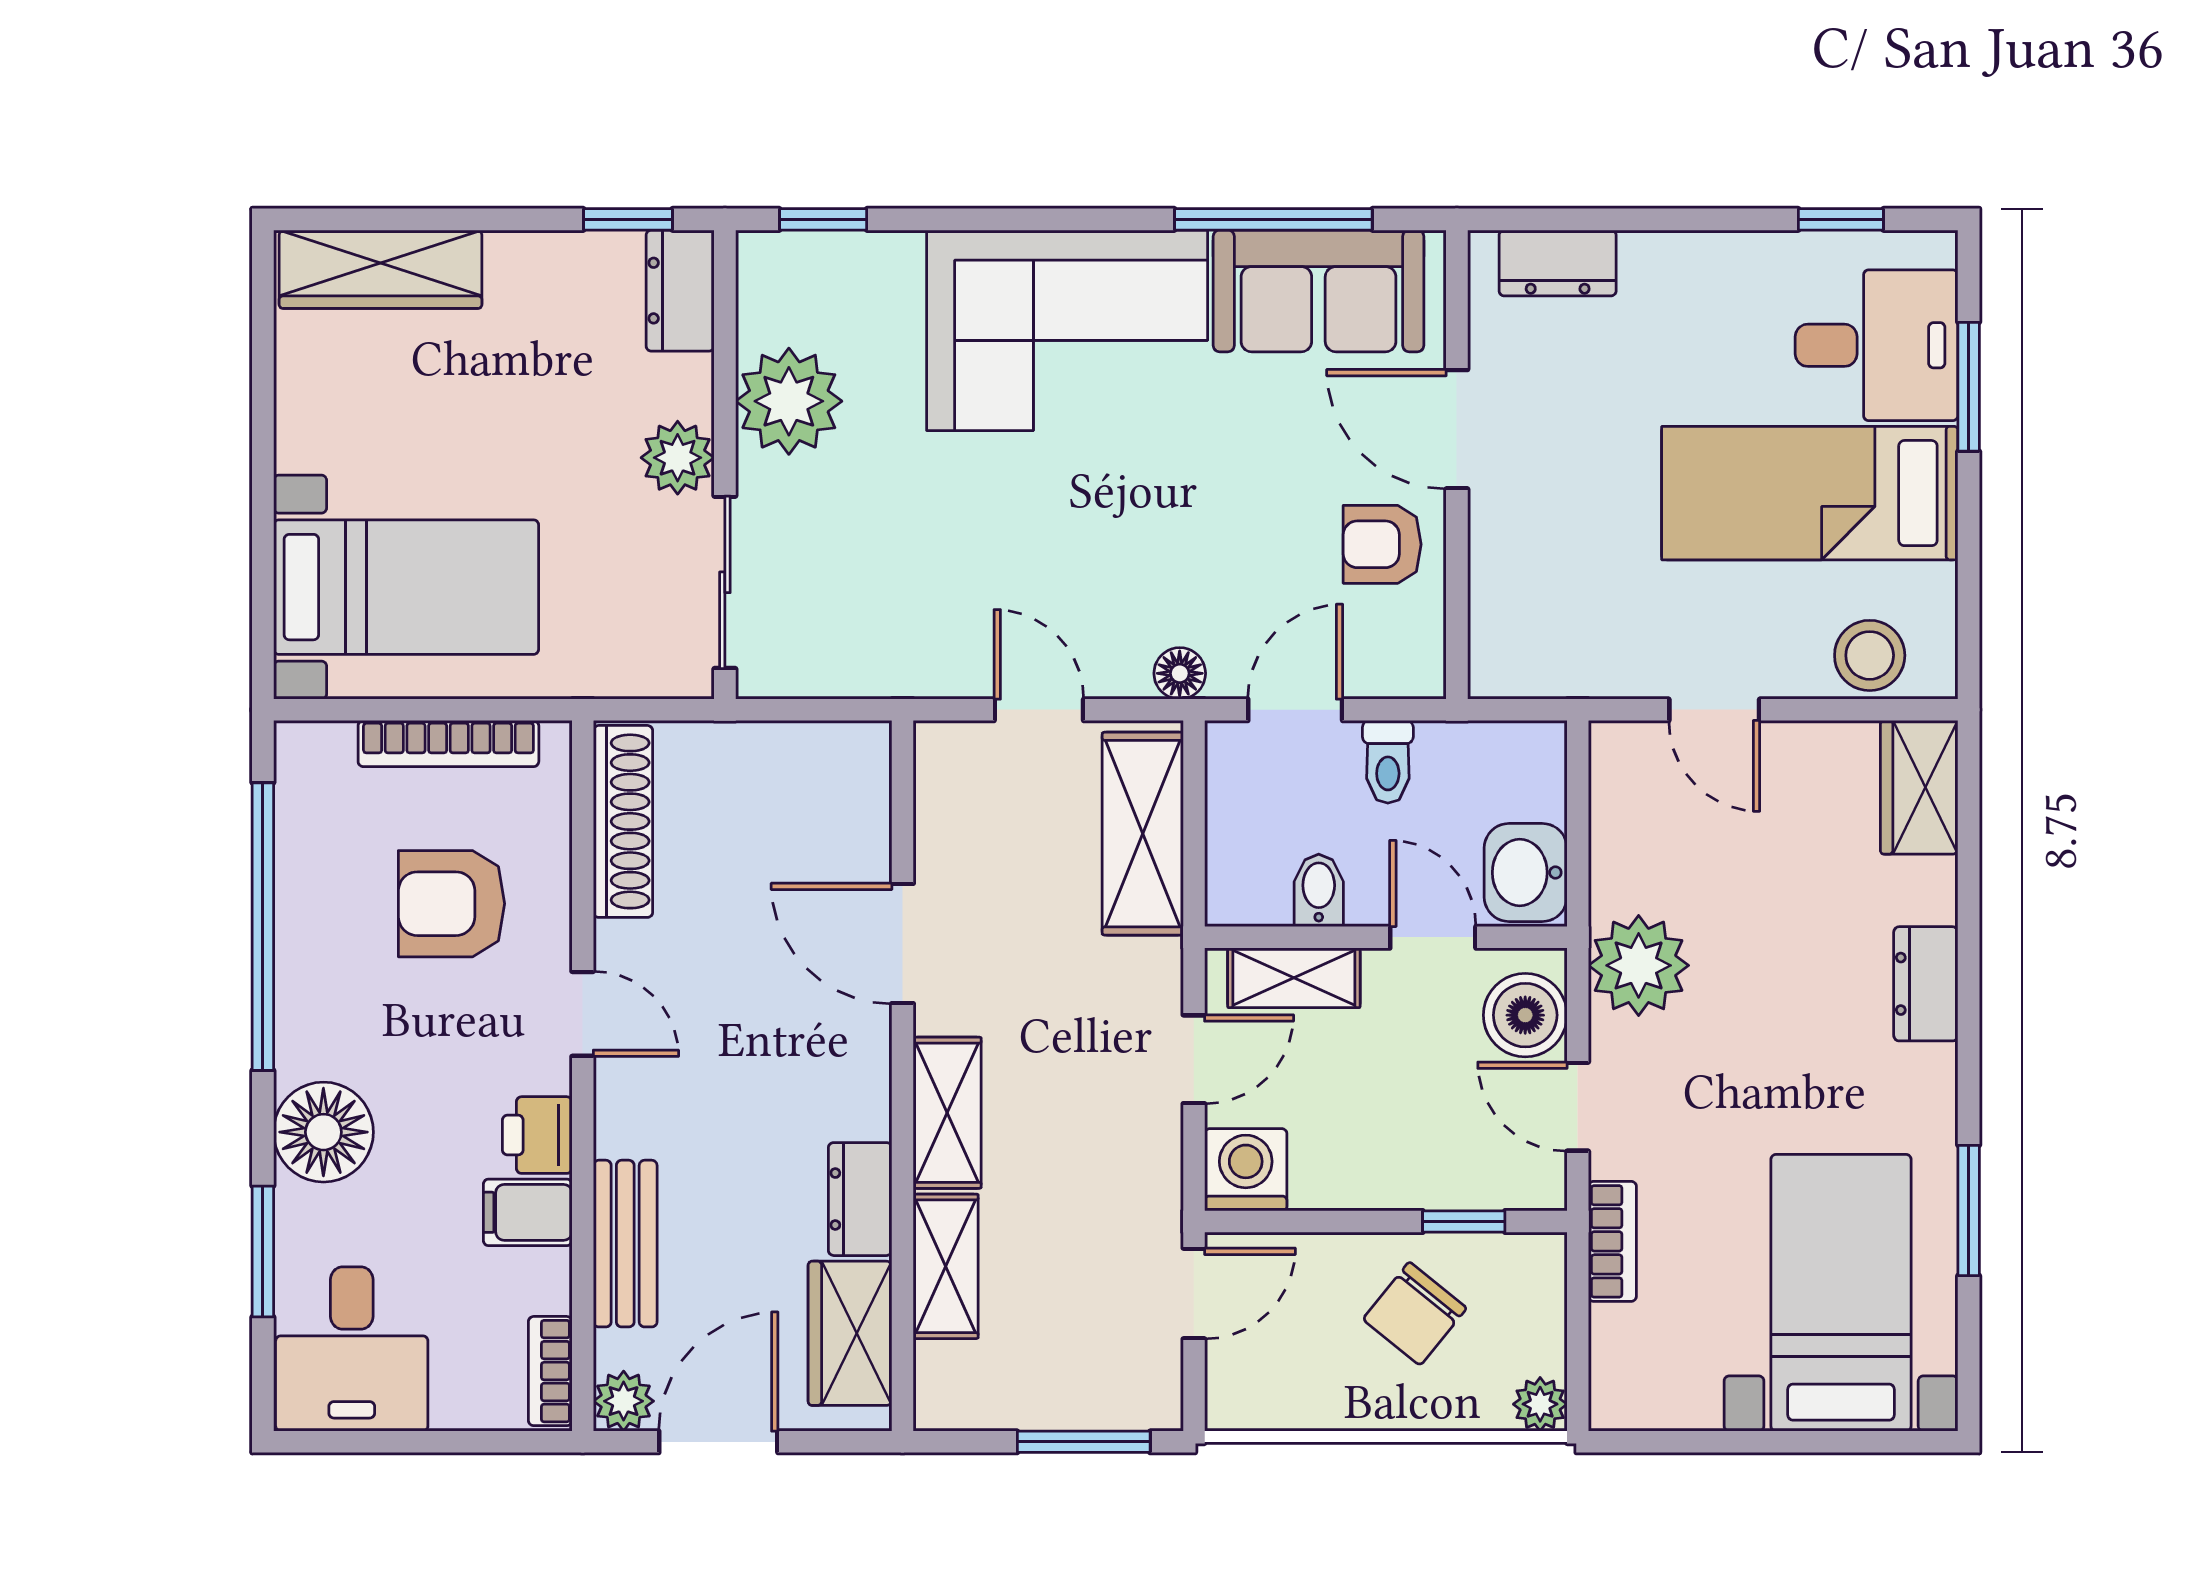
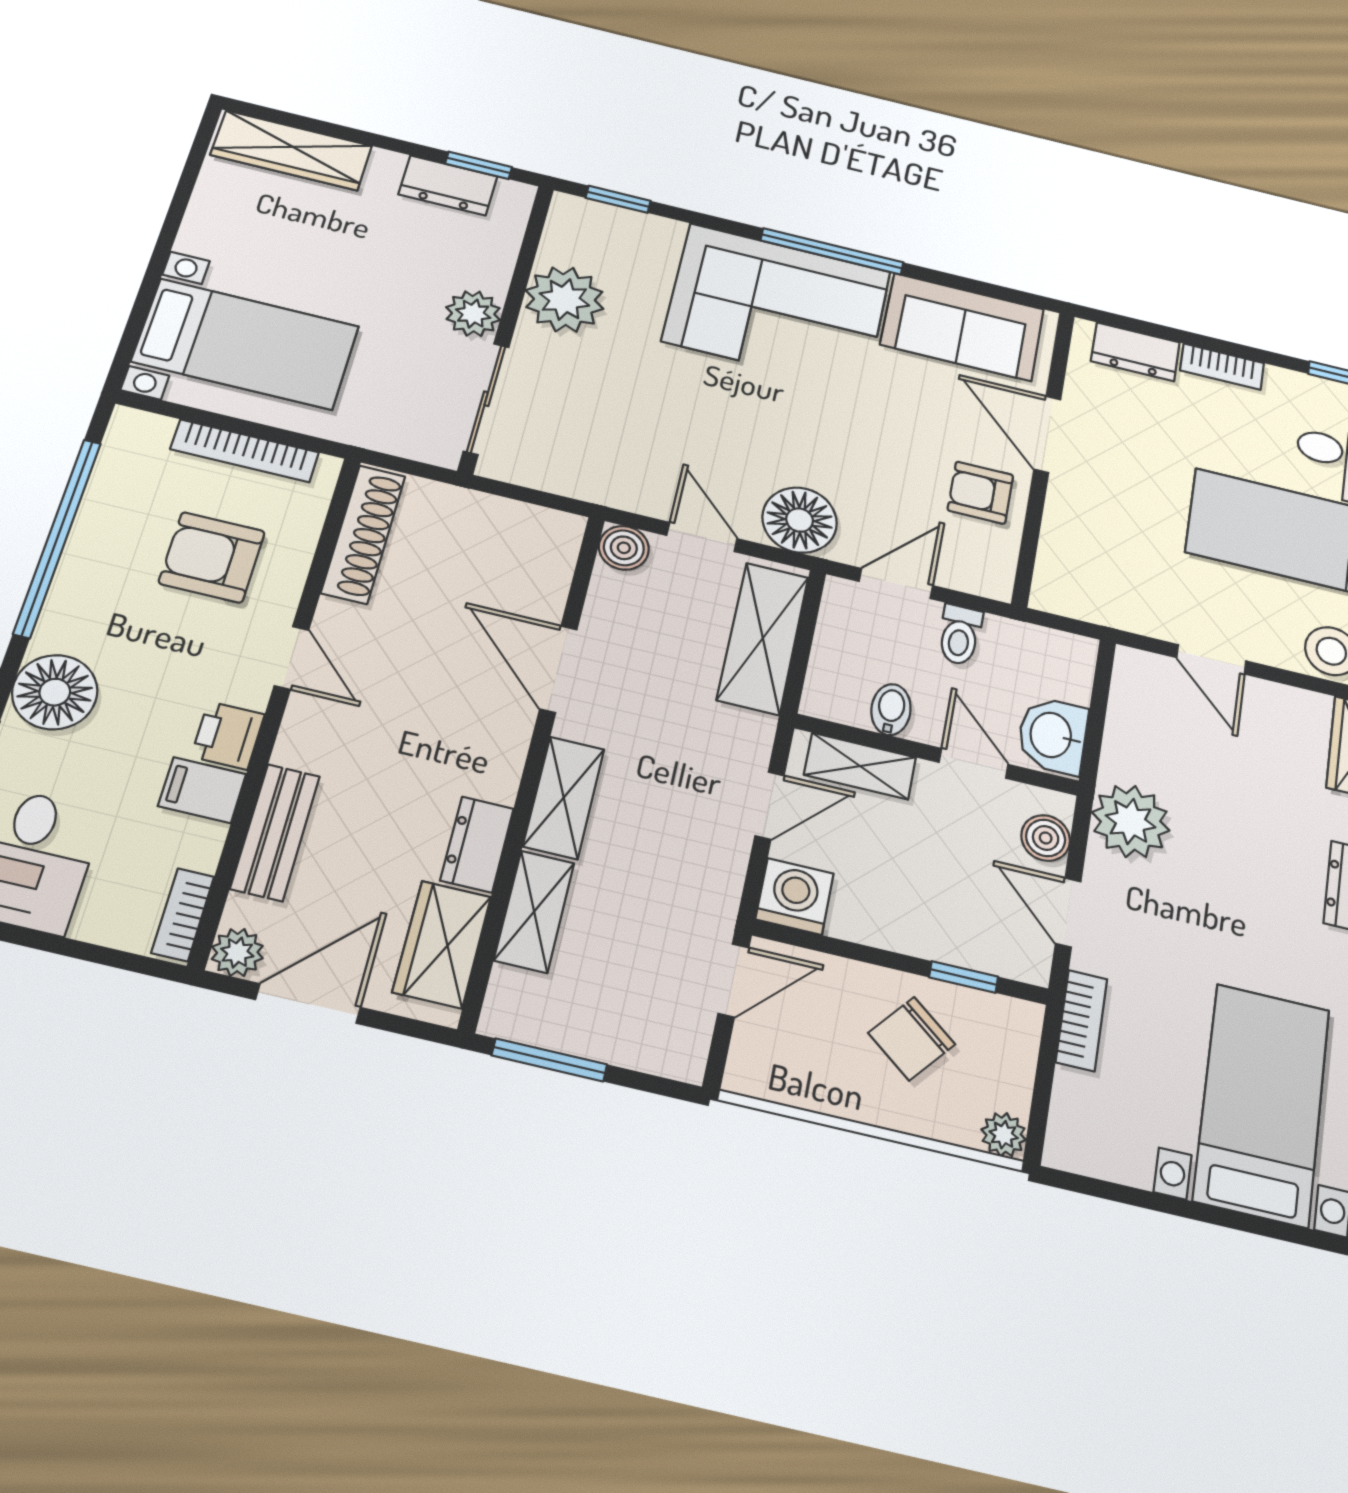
window: (1273, 219) -> (832, 251), moved
bookcase: (1679, 253) -> (1222, 367), added
dresser: (680, 291) -> (448, 185), moved, turned -90
floor lamp: (1180, 673) -> (800, 520), width x1.89, depth x1.89
boiler: (945, 752) -> (624, 548), added
boiler: (1525, 1015) -> (1046, 838), width x0.73, depth x0.73
window: (1084, 1442) -> (549, 1060), moved

